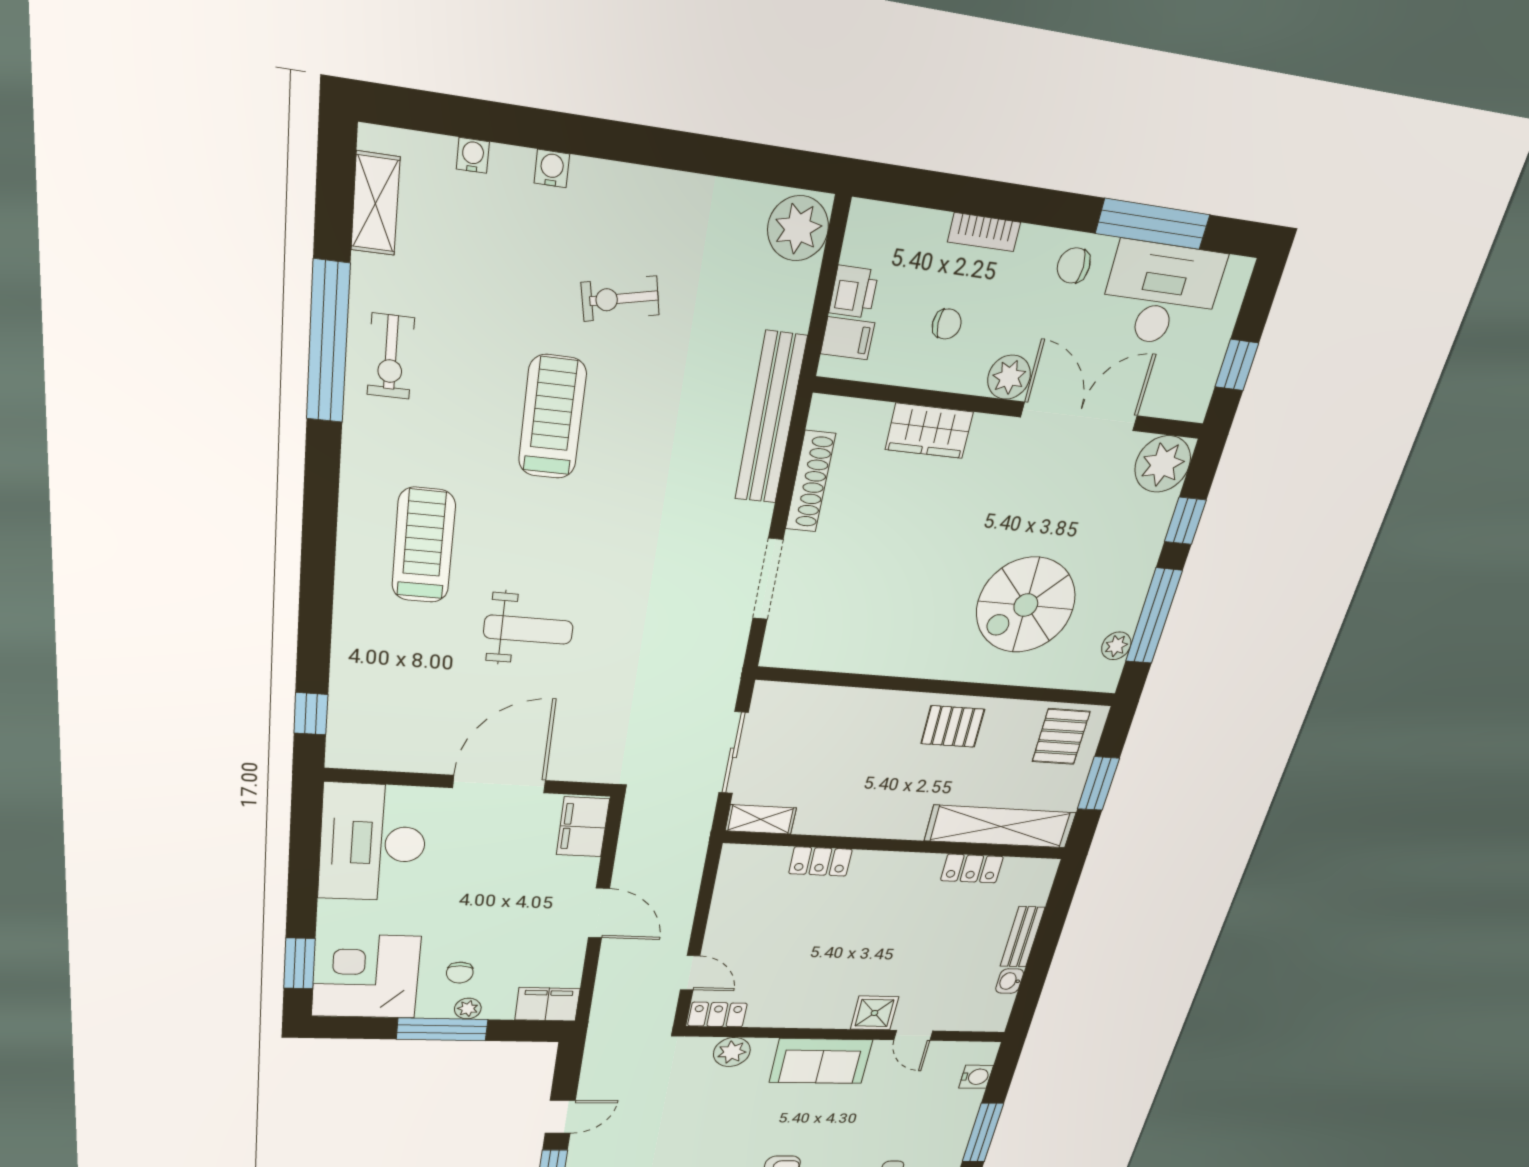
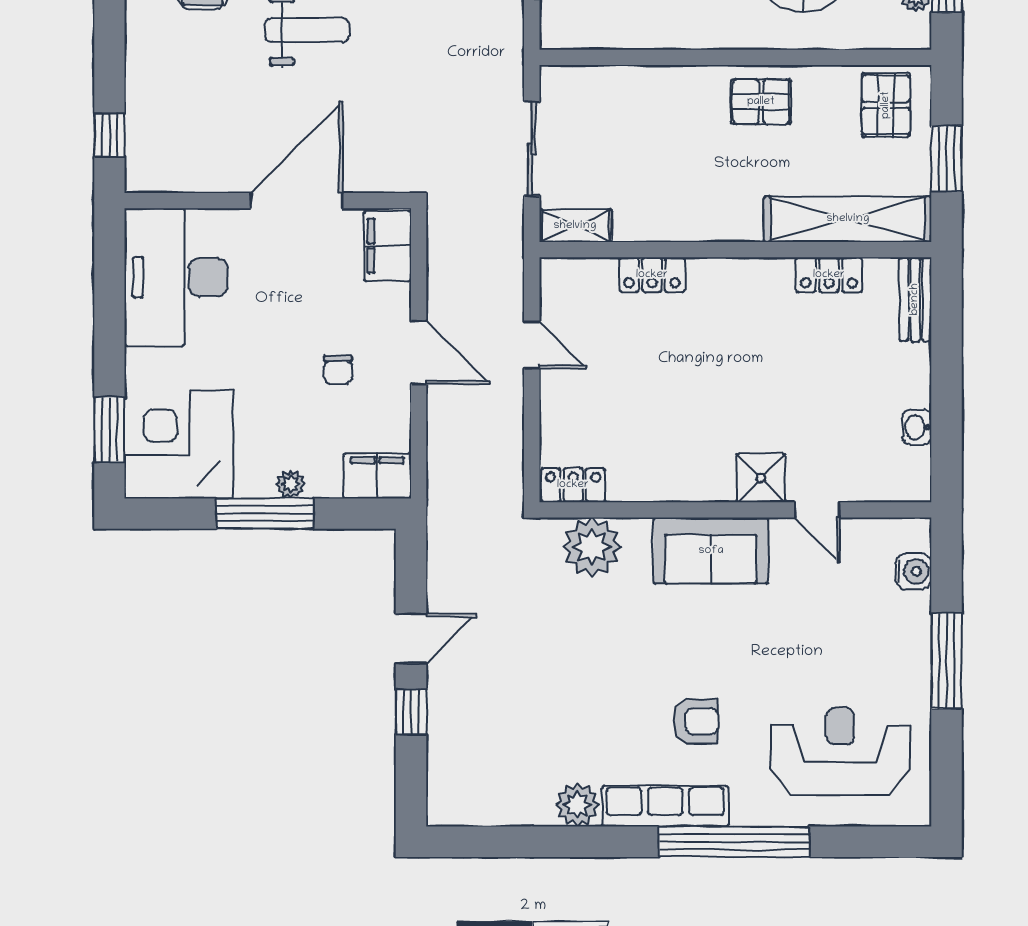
bench: (1022, 937) -> (915, 299), moved
chair: (460, 973) -> (338, 370), moved
door: (690, 973) -> (532, 345), moved
plant: (732, 1052) -> (592, 547), width x1.36, depth x1.36

